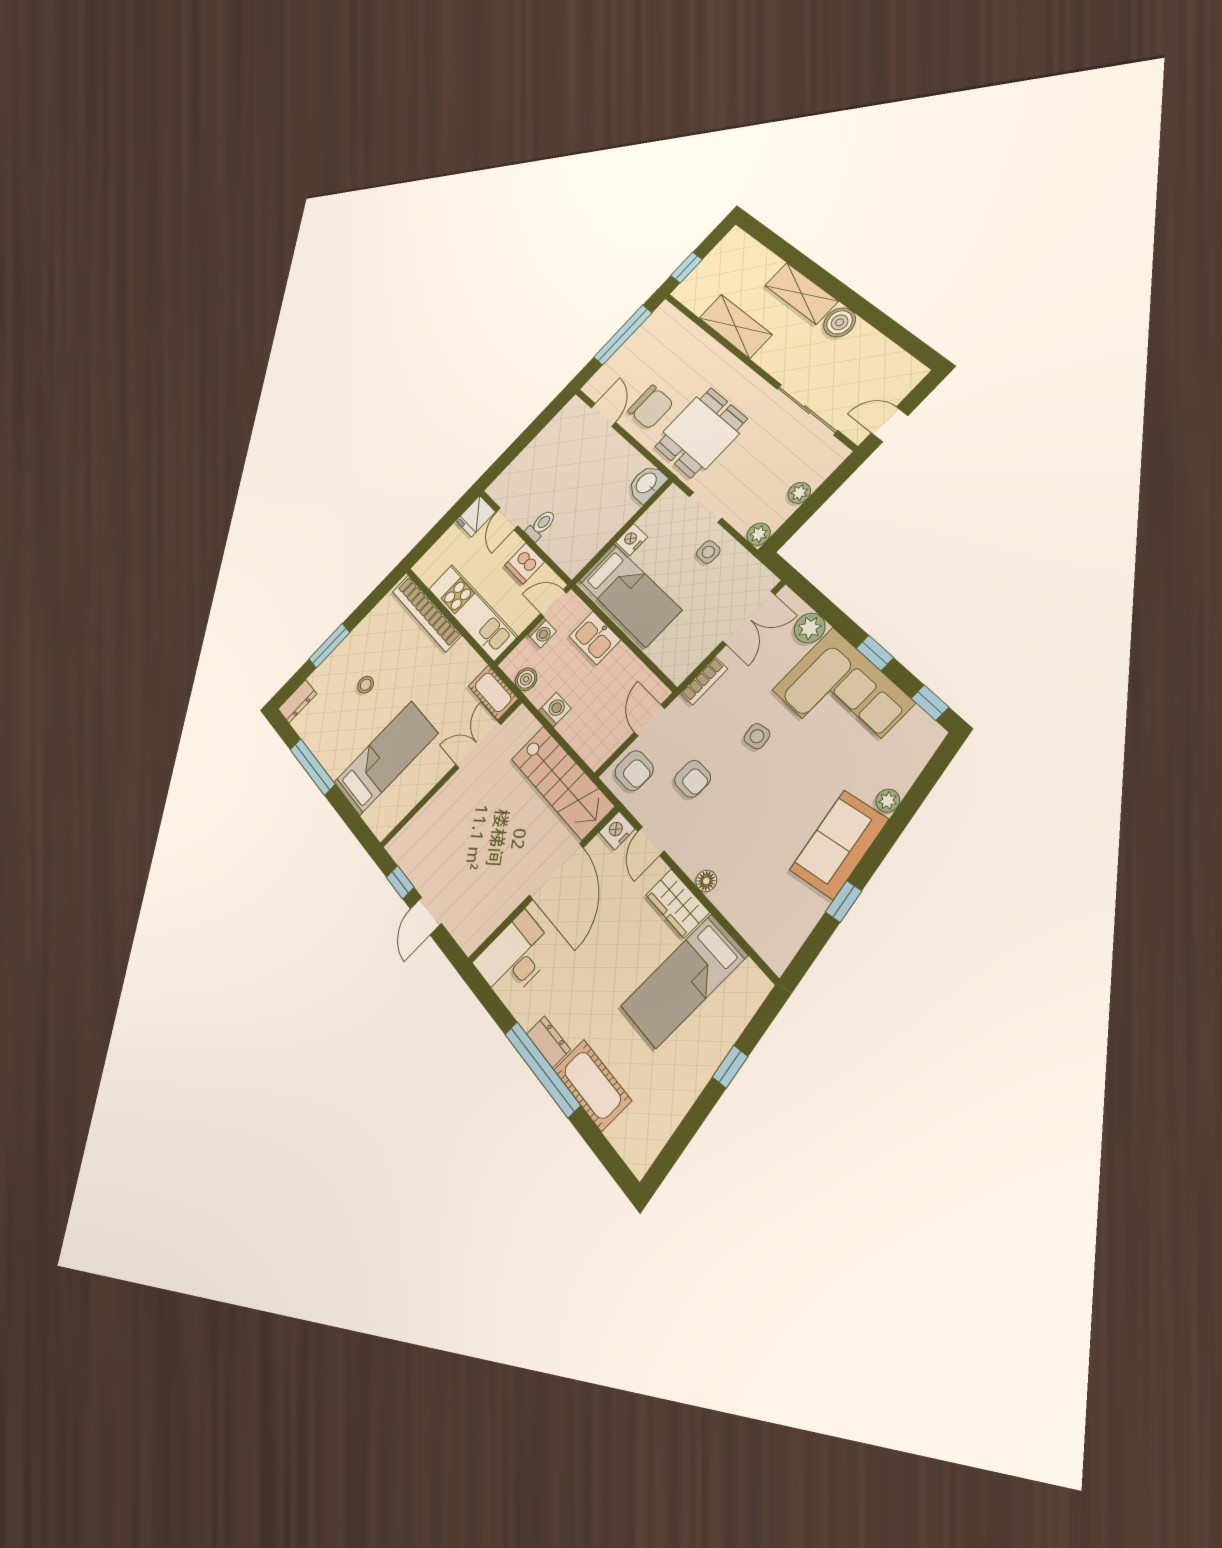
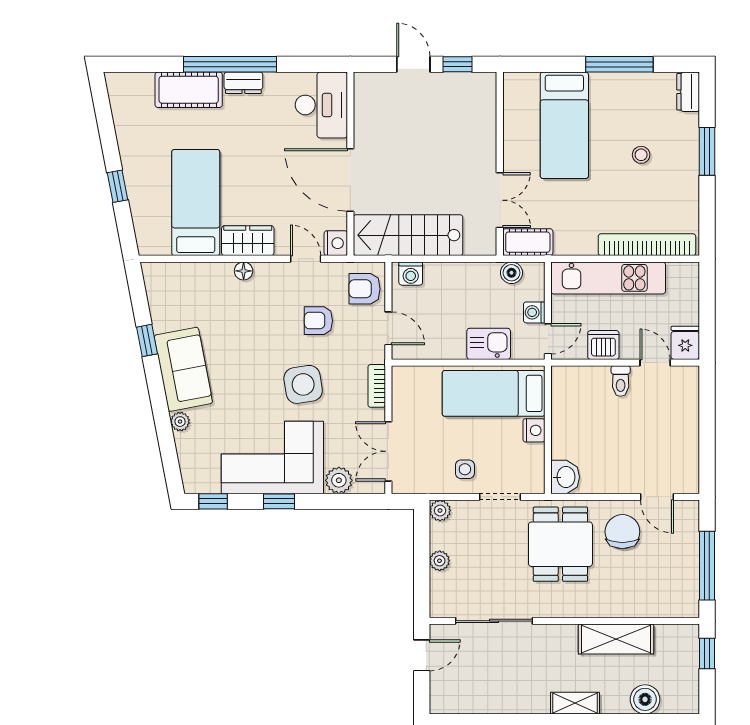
shelving: (801, 293) -> (575, 703), width x0.67, depth x0.75
boiler: (840, 322) -> (645, 699), moved
chair: (651, 407) -> (622, 532), turned 90
washing machine: (555, 710) -> (411, 274), moved
side table: (757, 736) -> (303, 384), width x1.87, depth x1.87

